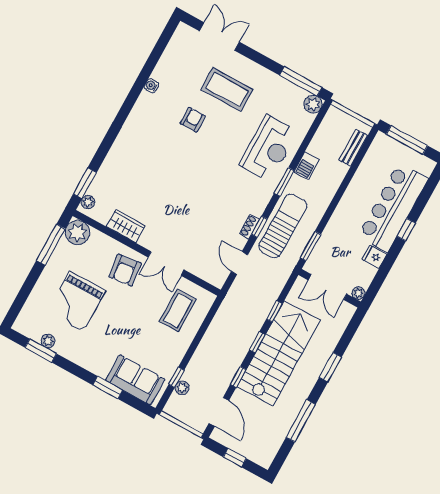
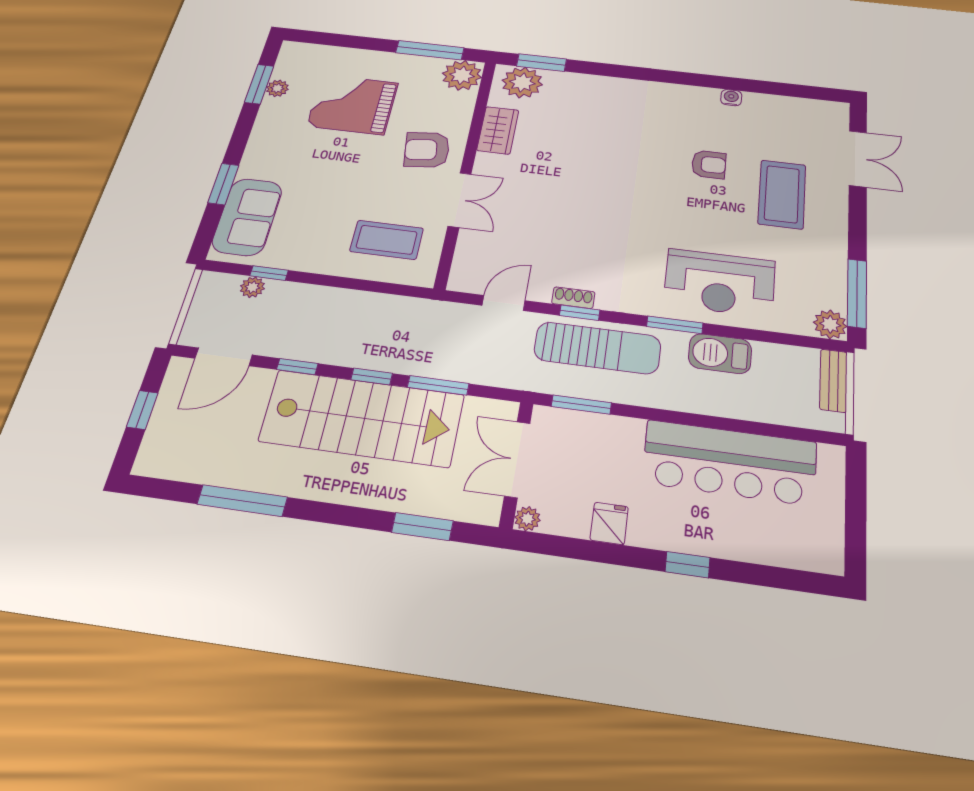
window: (407, 140) -> (856, 503), removed
bench: (353, 148) -> (833, 380), moved, turned 90
barbecue: (307, 166) -> (720, 354), width x1.38, depth x1.27
plant: (88, 202) -> (522, 82), width x1.88, depth x1.88
bar counter: (393, 207) -> (730, 462), moved, turned 180
double door: (166, 264) -> (460, 200), swing flipped
window: (274, 311) -> (438, 385), width x1.50
window: (330, 367) -> (422, 527), moved

